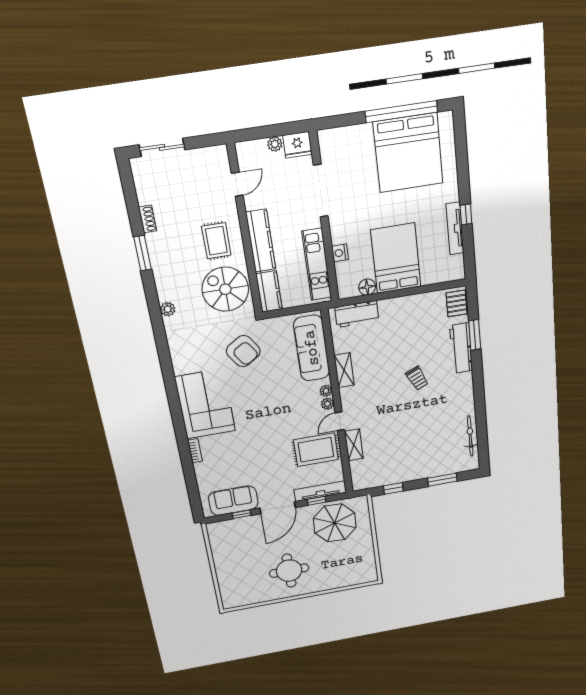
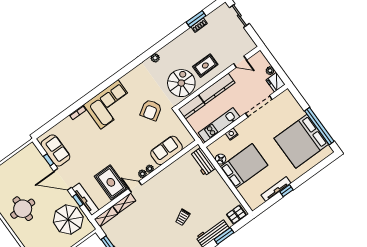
window: (143, 253) -> (196, 19), moved
sofa: (312, 348) -> (167, 150), width x0.73
shelving: (344, 370) -> (106, 217), moved

